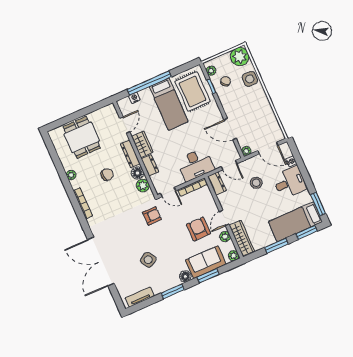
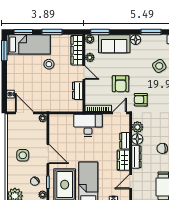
side table: (250, 79) -> (23, 155), moved
door: (230, 129) -> (48, 154), moved
door: (229, 165) -> (62, 113), removed
desk: (290, 182) -> (19, 78), removed
dresser: (217, 183) -> (78, 91), moved
stool: (256, 183) -> (49, 64), moved
door: (168, 192) -> (120, 113), hinge flipped
door: (224, 218) -> (84, 73), hinge flipped
armchair: (199, 229) -> (121, 84), moved
window: (208, 276) -> (100, 32), moved

